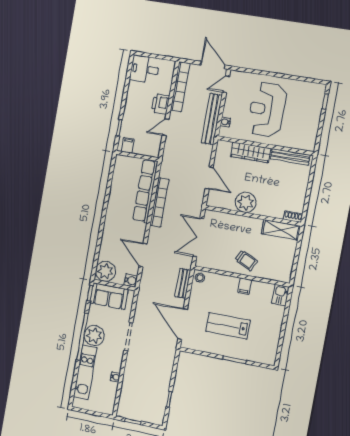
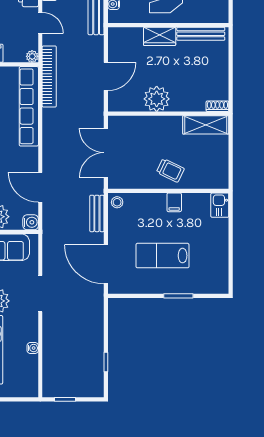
door: (166, 127) -> (40, 23), swing flipped
plant: (155, 152) -> (32, 56), added
wardrobe: (251, 152) -> (160, 36), width x0.67
door: (209, 178) -> (106, 76), hinge flipped
bookcase: (159, 202) -> (49, 76), moved

